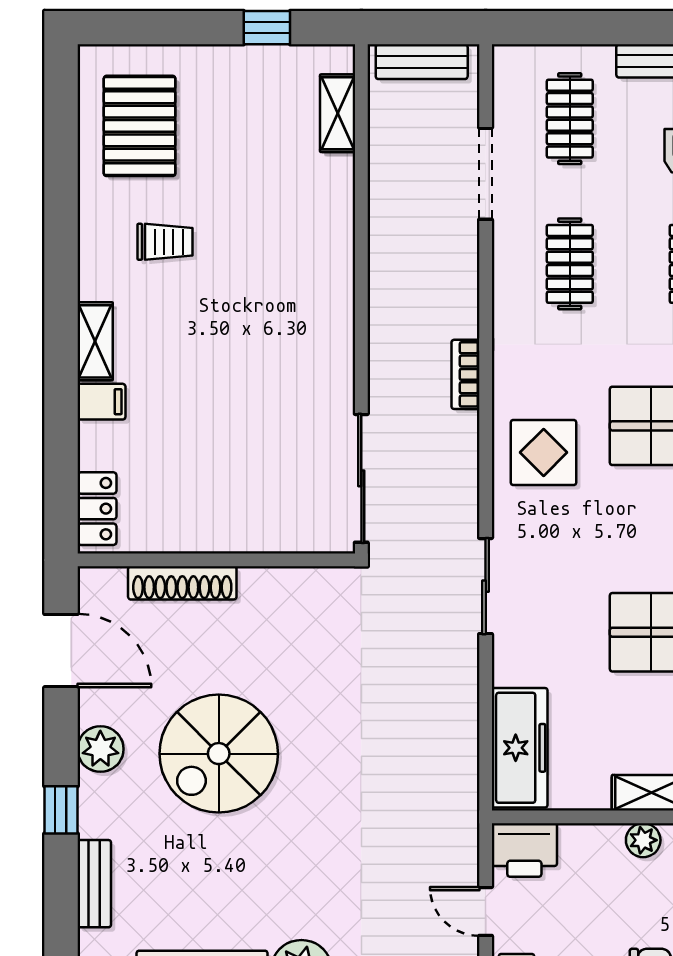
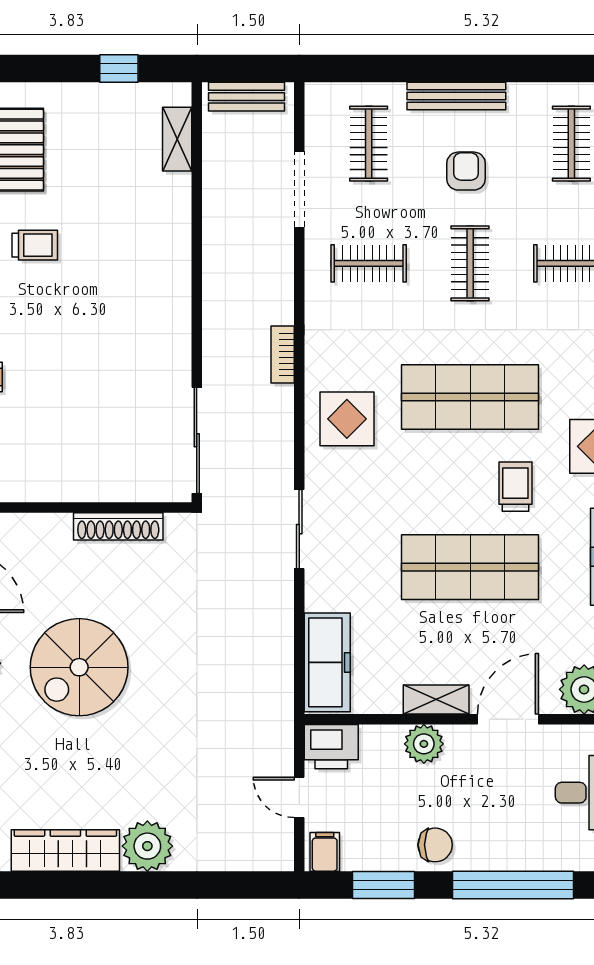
clothes rail: (570, 264) -> (369, 263), turned 90
shoe rack: (182, 583) -> (118, 526), moved
plant: (643, 840) -> (424, 744), width x1.38, depth x1.38

